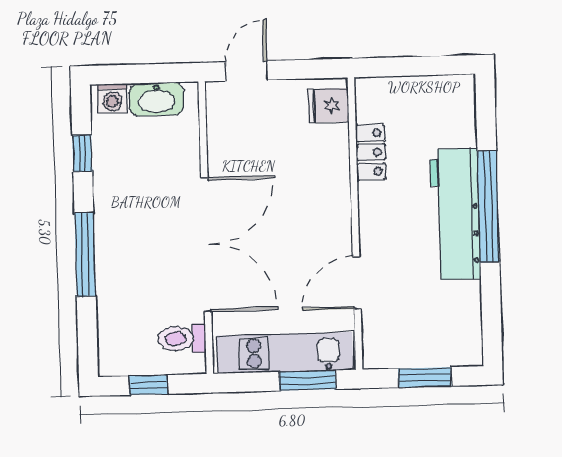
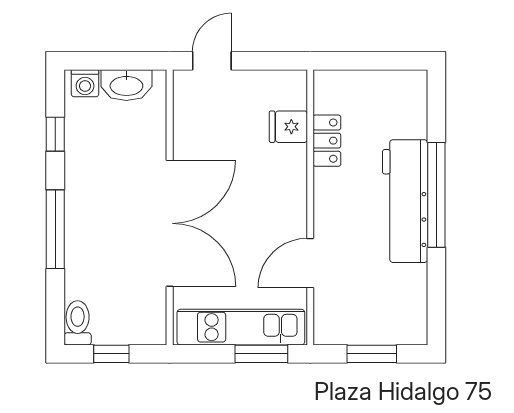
fridge: (329, 105) -> (288, 127), moved
toilet: (182, 339) -> (78, 323), moved, turned 90

